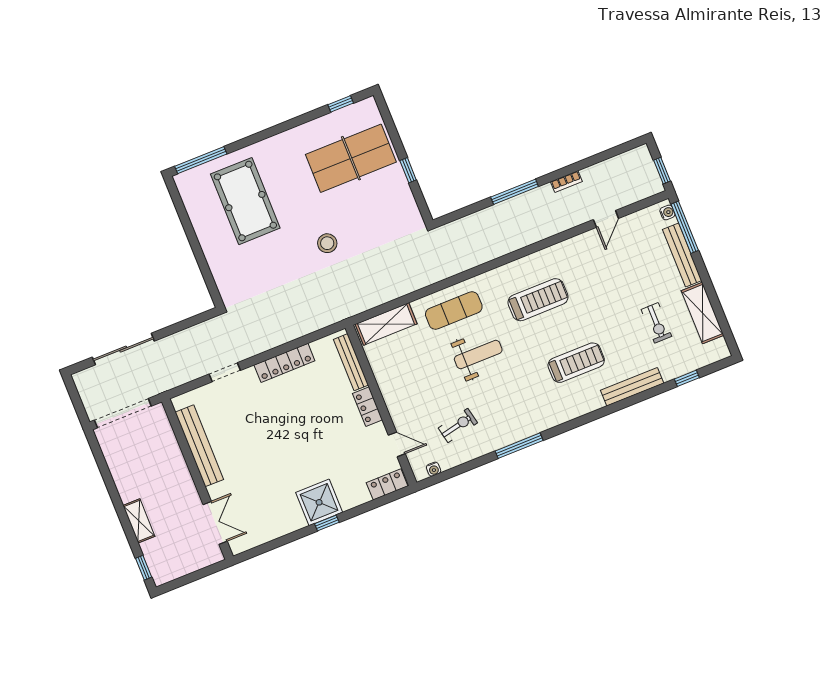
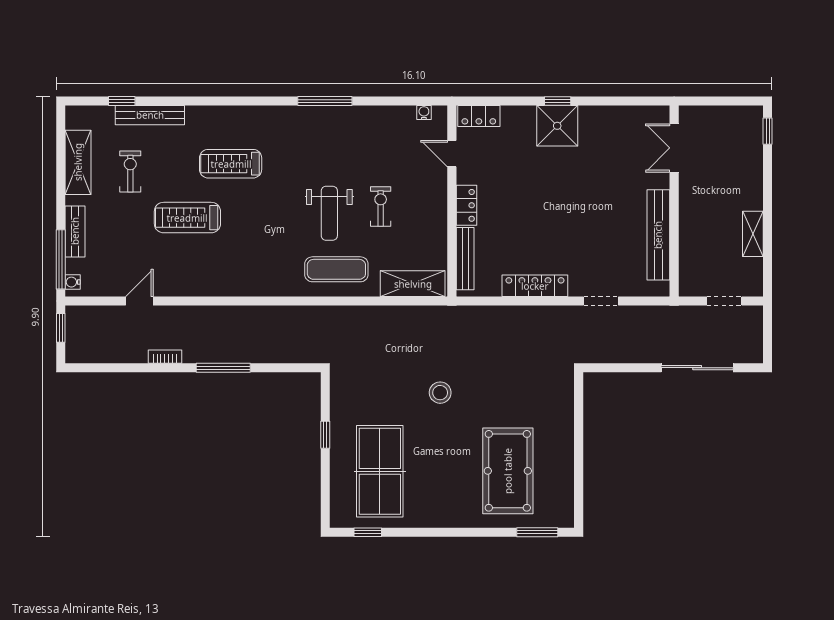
table tennis table: (351, 158) -> (380, 471), turned 90
window: (201, 160) -> (537, 532), width x0.69
bench: (682, 255) -> (75, 231), width x0.73
treadmill: (538, 300) -> (187, 218), moved
weight bench: (478, 355) -> (329, 213), turned -90
bench: (632, 387) -> (150, 115), moved
doorway: (123, 413) -> (724, 301), width x0.53
exercise bike: (458, 425) -> (381, 207), moved, turned 102
shelving: (139, 521) -> (753, 234), moved

